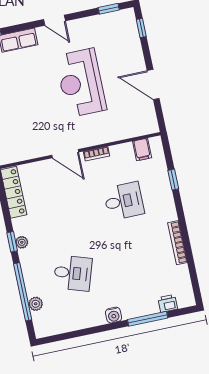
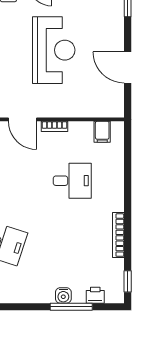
reception desk: (81, 83) -> (54, 50), turned 180
window: (173, 180) -> (128, 281), moved
water cooler: (114, 315) -> (63, 295), moved

